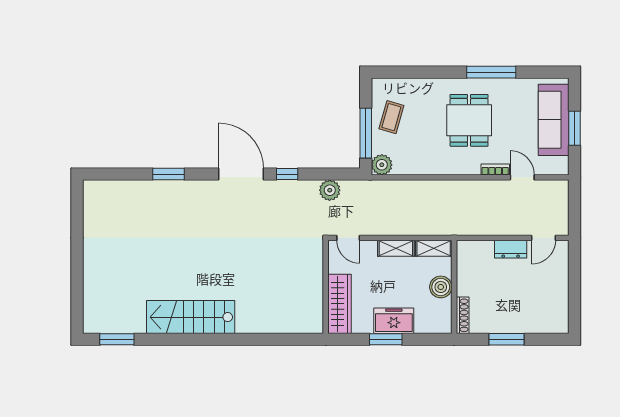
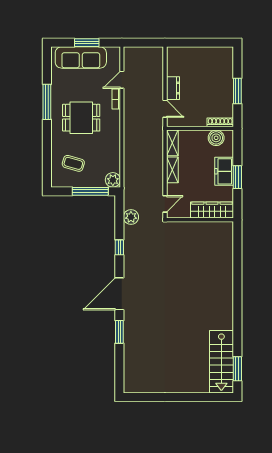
coffee table: (391, 117) -> (73, 163), moved
door: (241, 174) -> (119, 294), moved
door: (543, 238) -> (165, 109), moved
boiler: (441, 287) -> (216, 138), moved
stairs: (191, 317) -> (221, 362), moved

